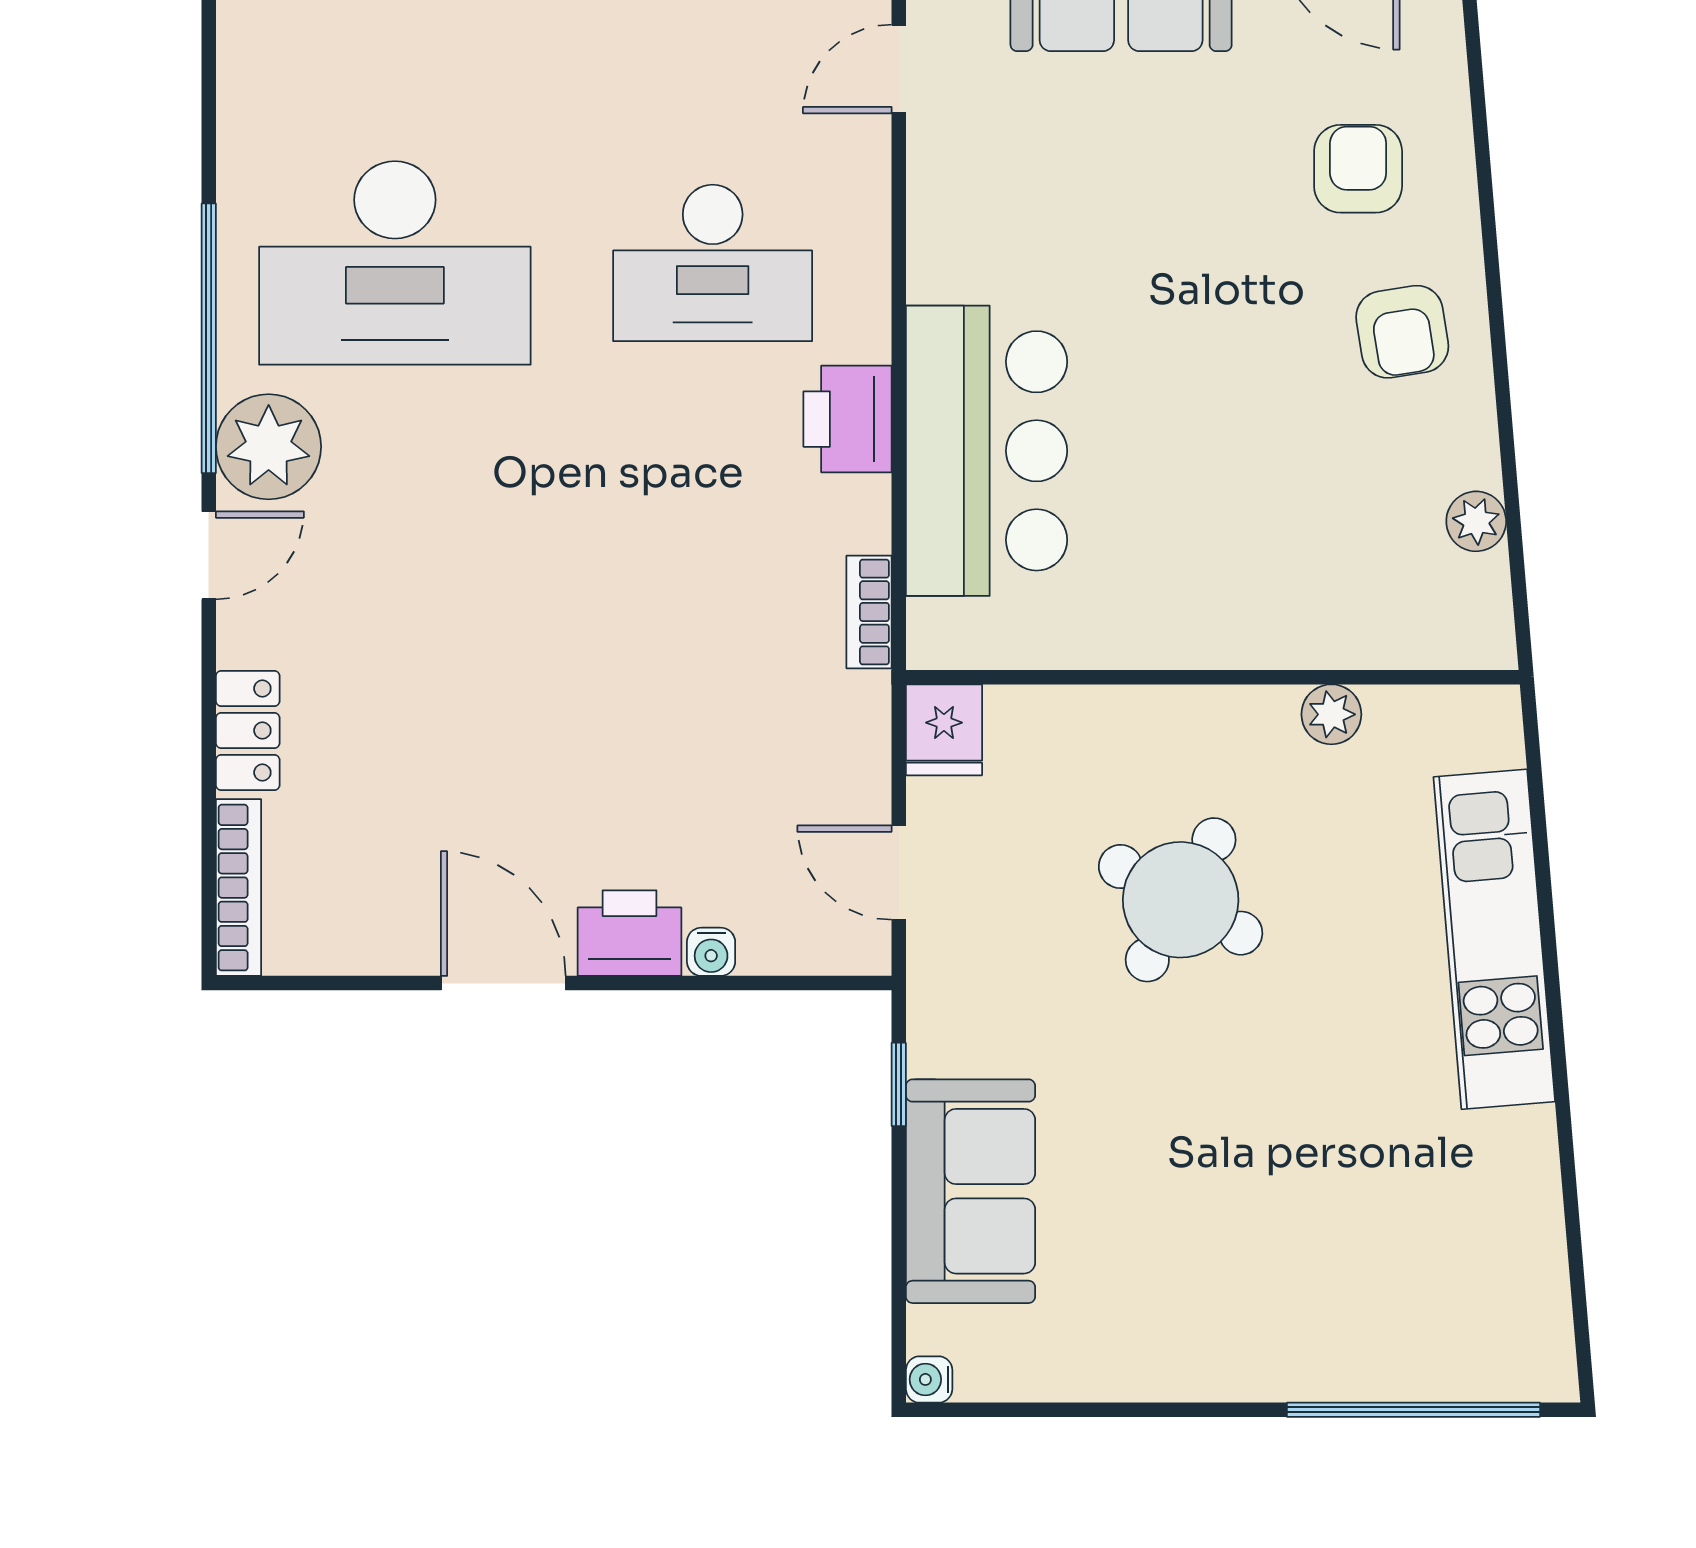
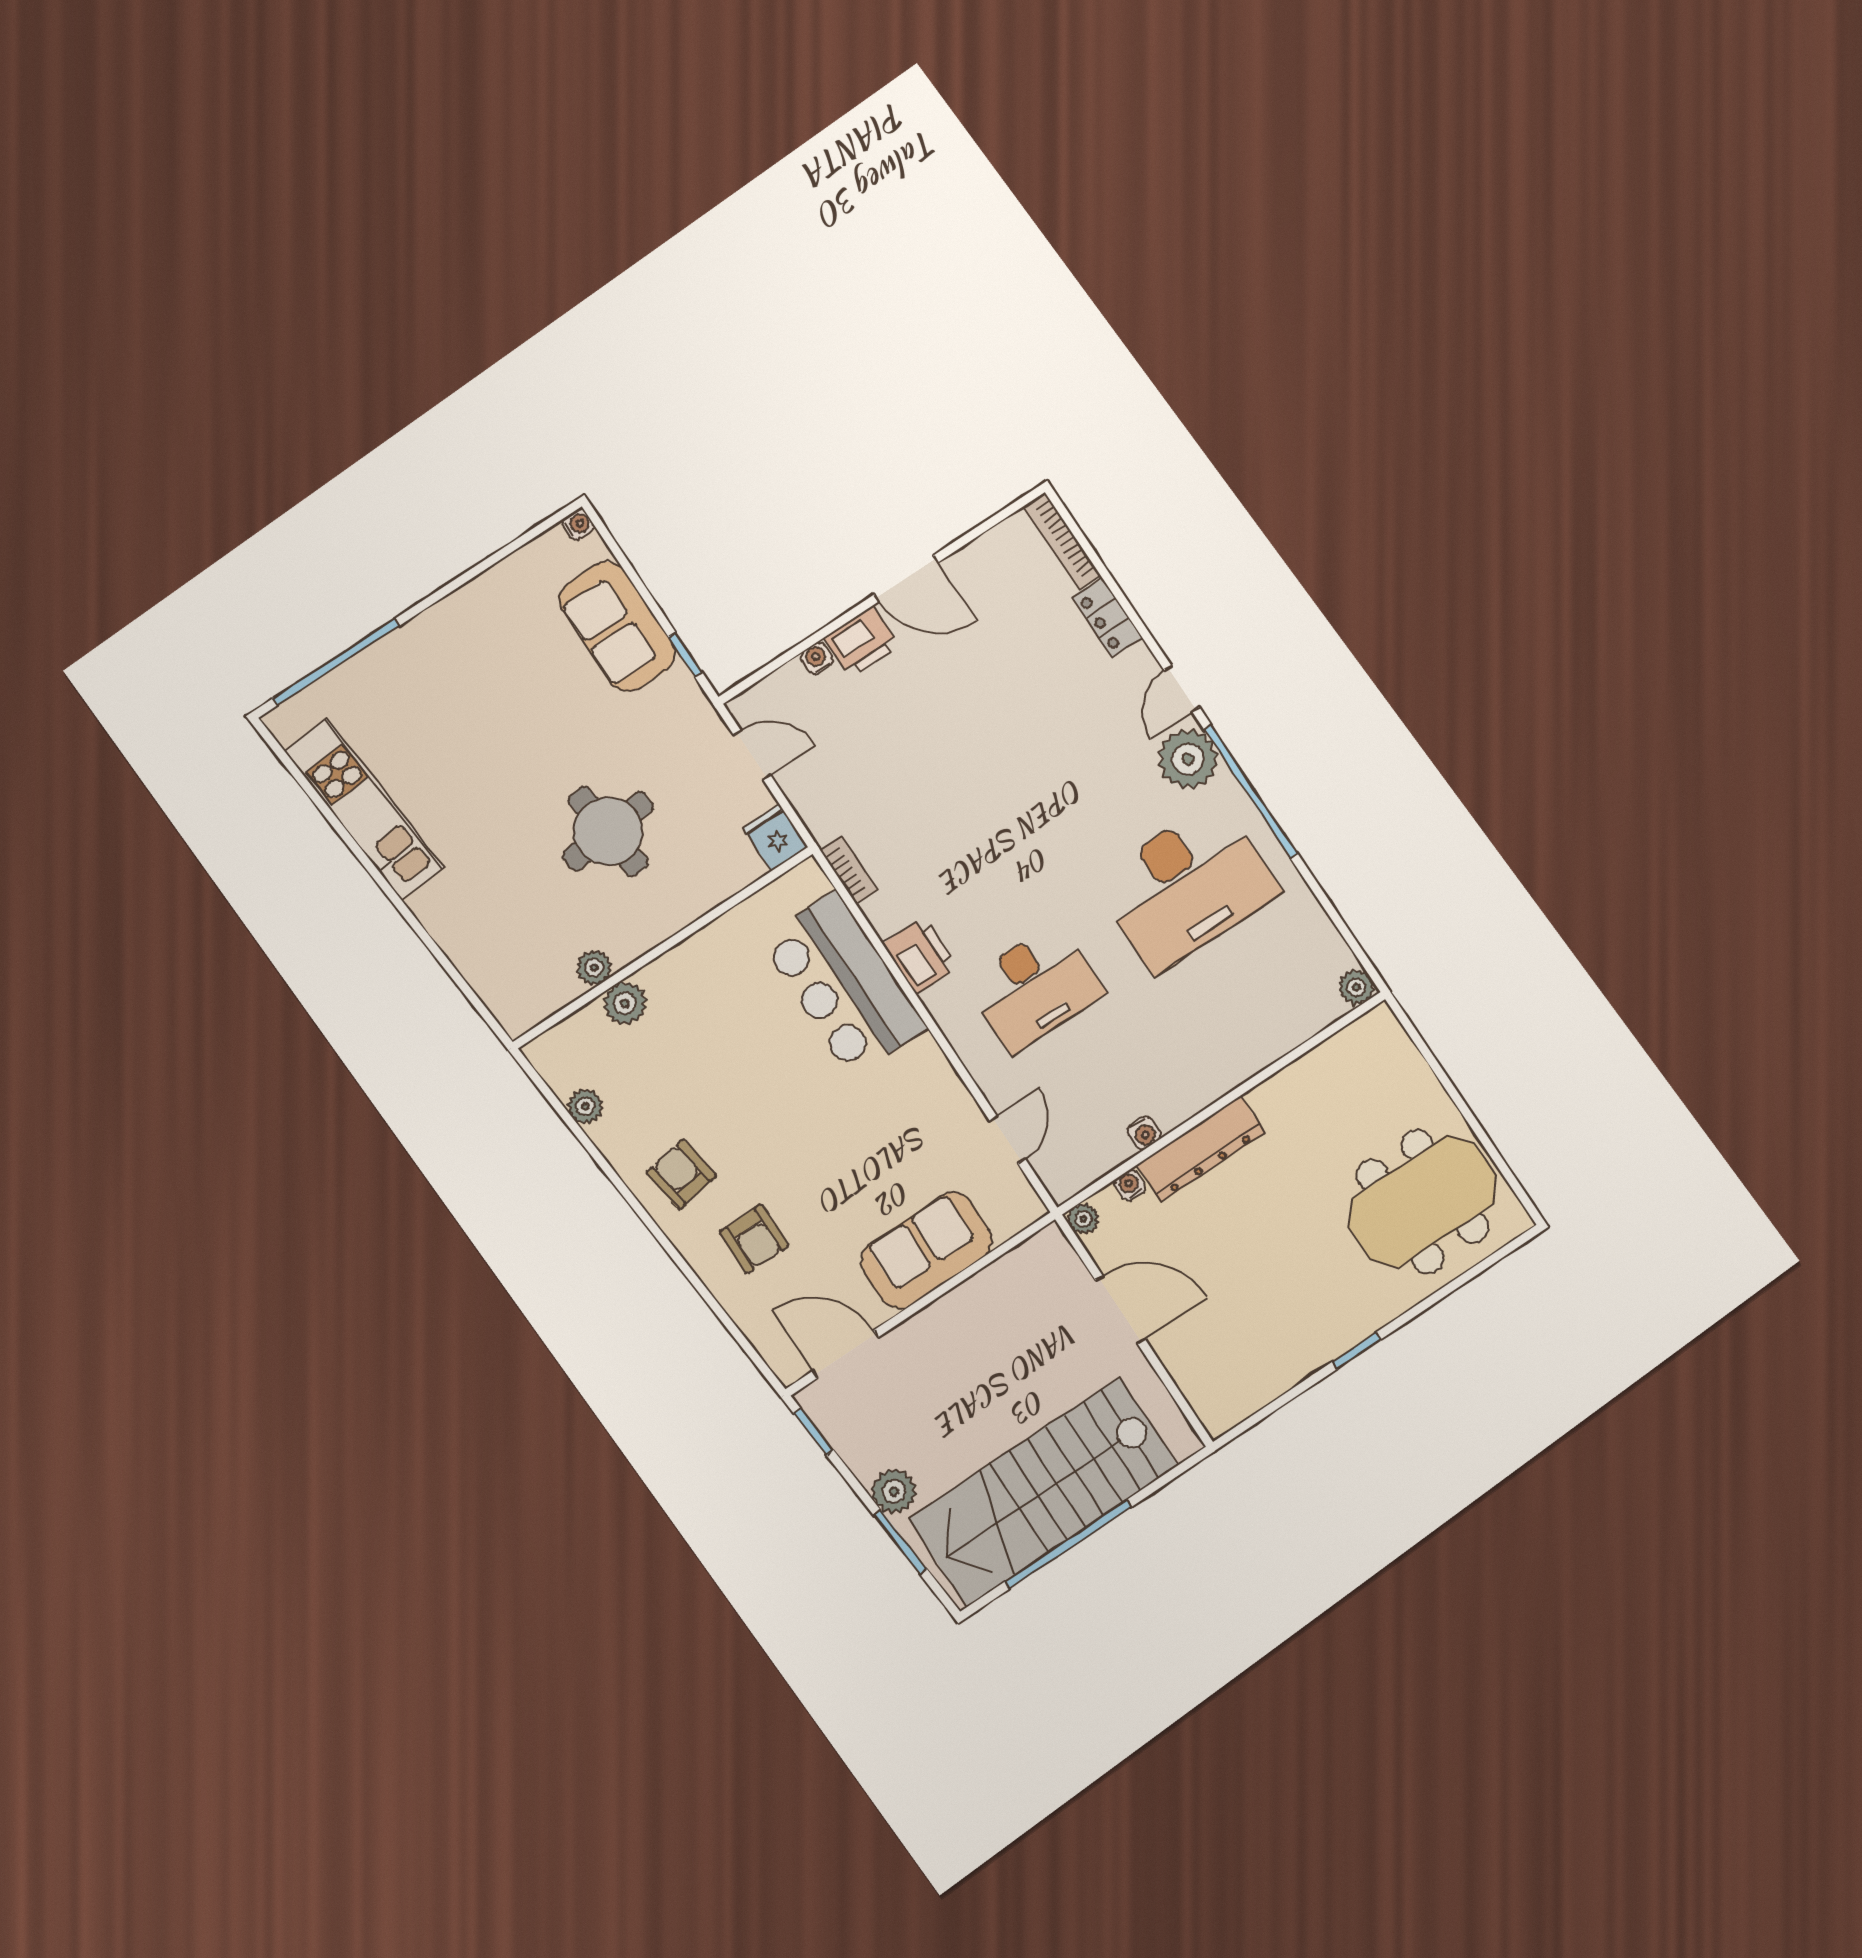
desk: (395, 263) -> (1186, 886), turned 180
desk: (713, 263) -> (1035, 987), turned 180
plant: (1321, 633) -> (625, 1003), added
round table: (1181, 900) -> (608, 831), turned -35
kitchen unit: (1494, 939) -> (364, 809), moved

